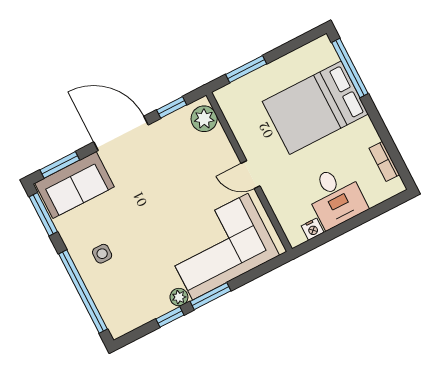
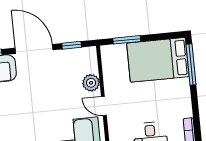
bed: (315, 108) -> (158, 60), moved
plant: (204, 119) -> (91, 83), moved

